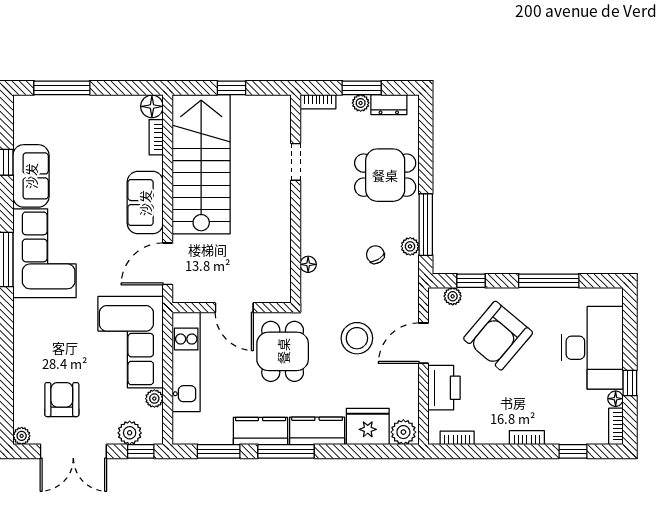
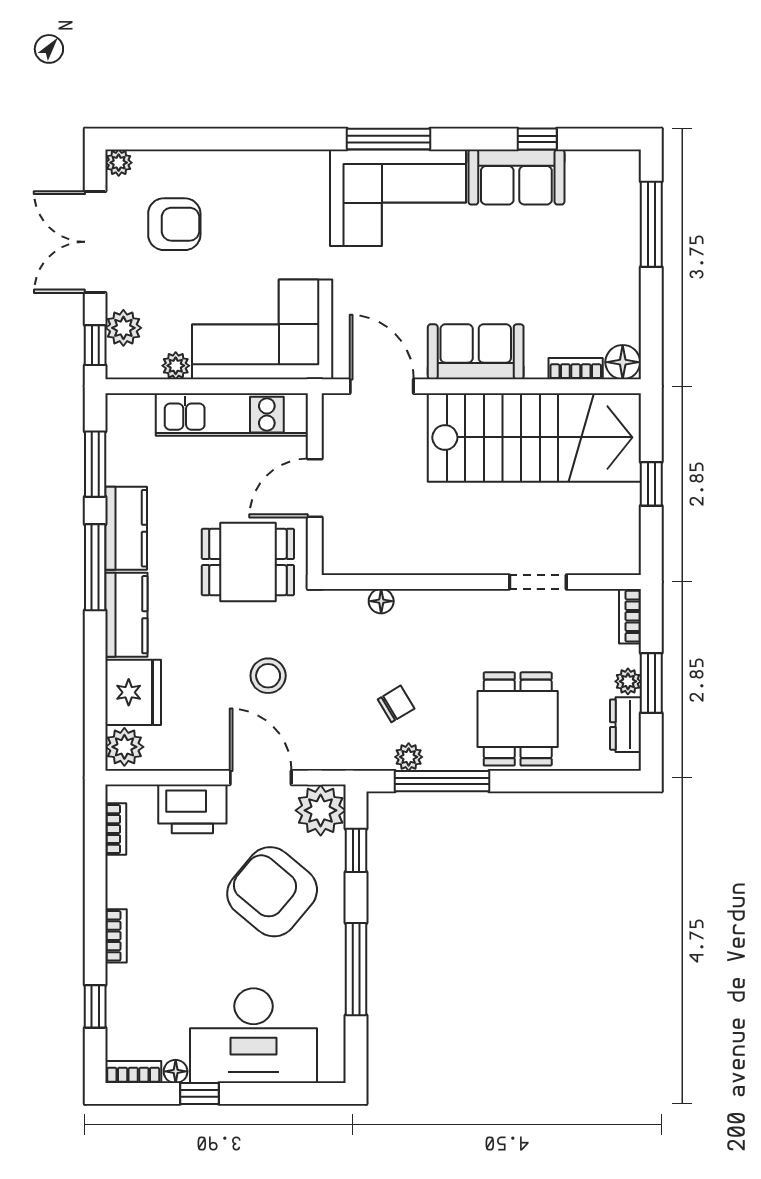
plant: (453, 296) -> (321, 810), width x1.87, depth x1.87
stool: (357, 338) -> (268, 676), width x0.73, depth x0.73

